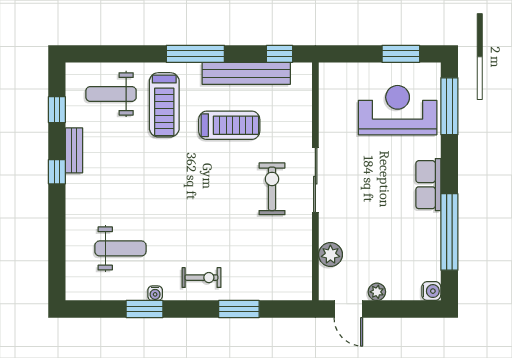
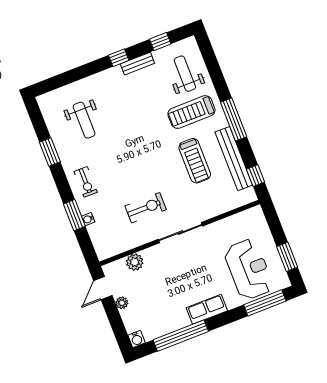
exercise bike: (272, 189) -> (146, 208), moved
water cooler: (155, 293) -> (88, 219), moved

